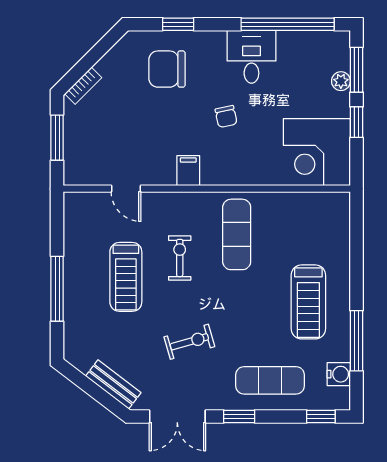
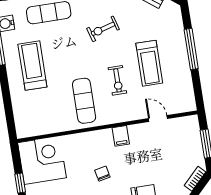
treadmill: (126, 277) -> (149, 63), turned 180

